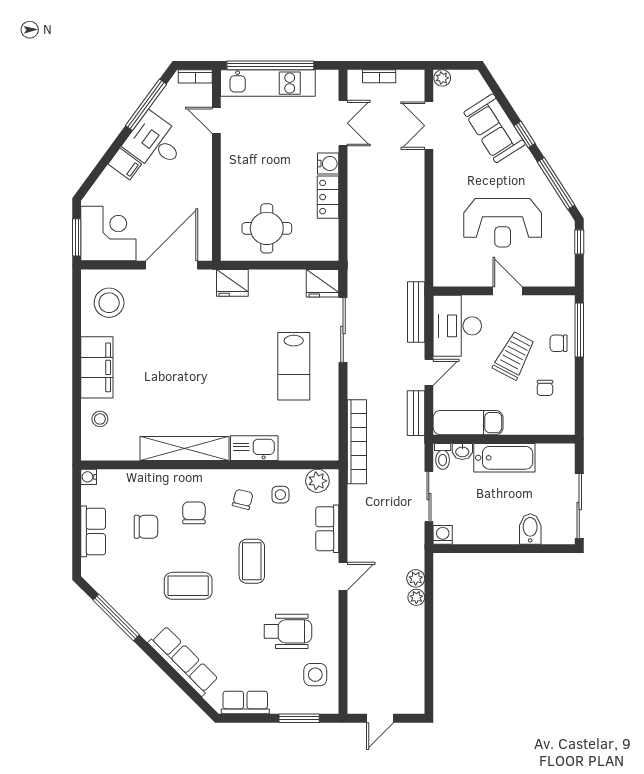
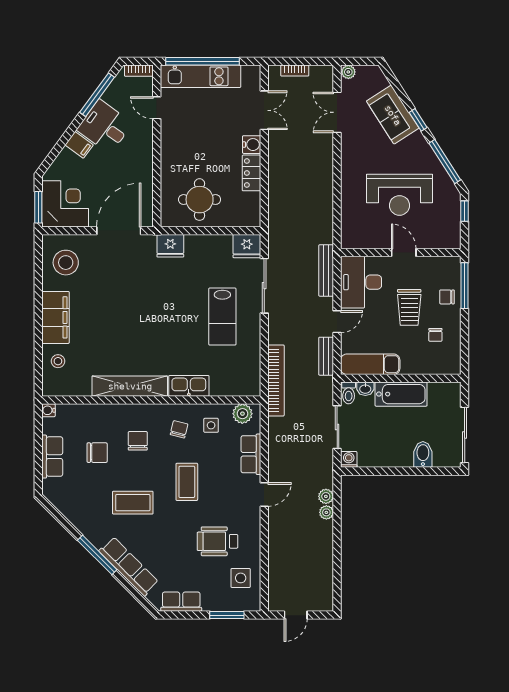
trolley: (514, 356) -> (409, 307), turned 152
window: (116, 617) -> (97, 555), moved
wheelchair: (288, 631) -> (217, 541), turned 180

